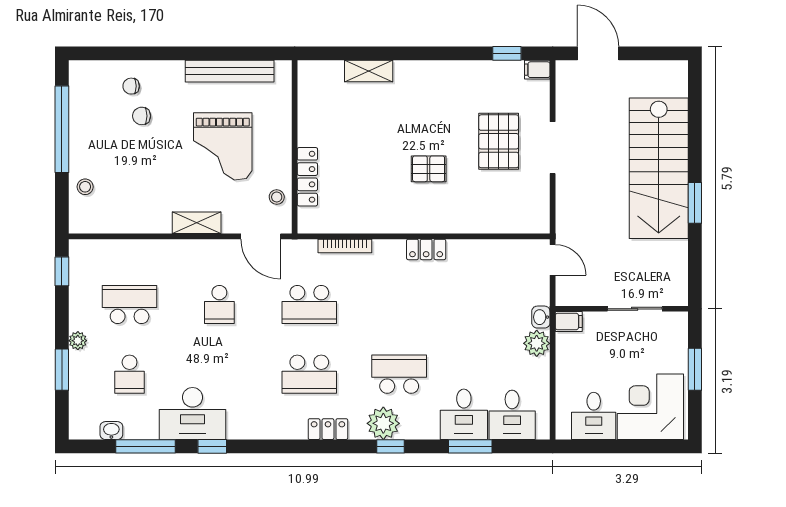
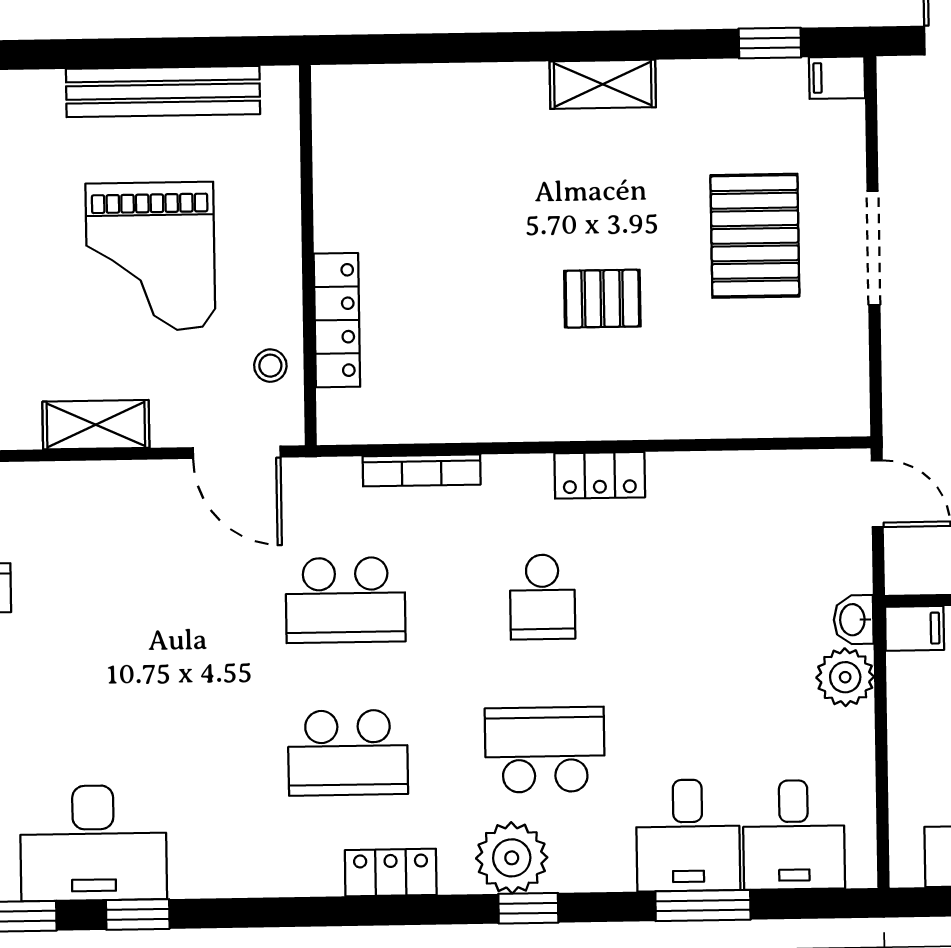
shelving: (369, 71) -> (603, 84), moved
school desk: (219, 304) -> (542, 597), moved

